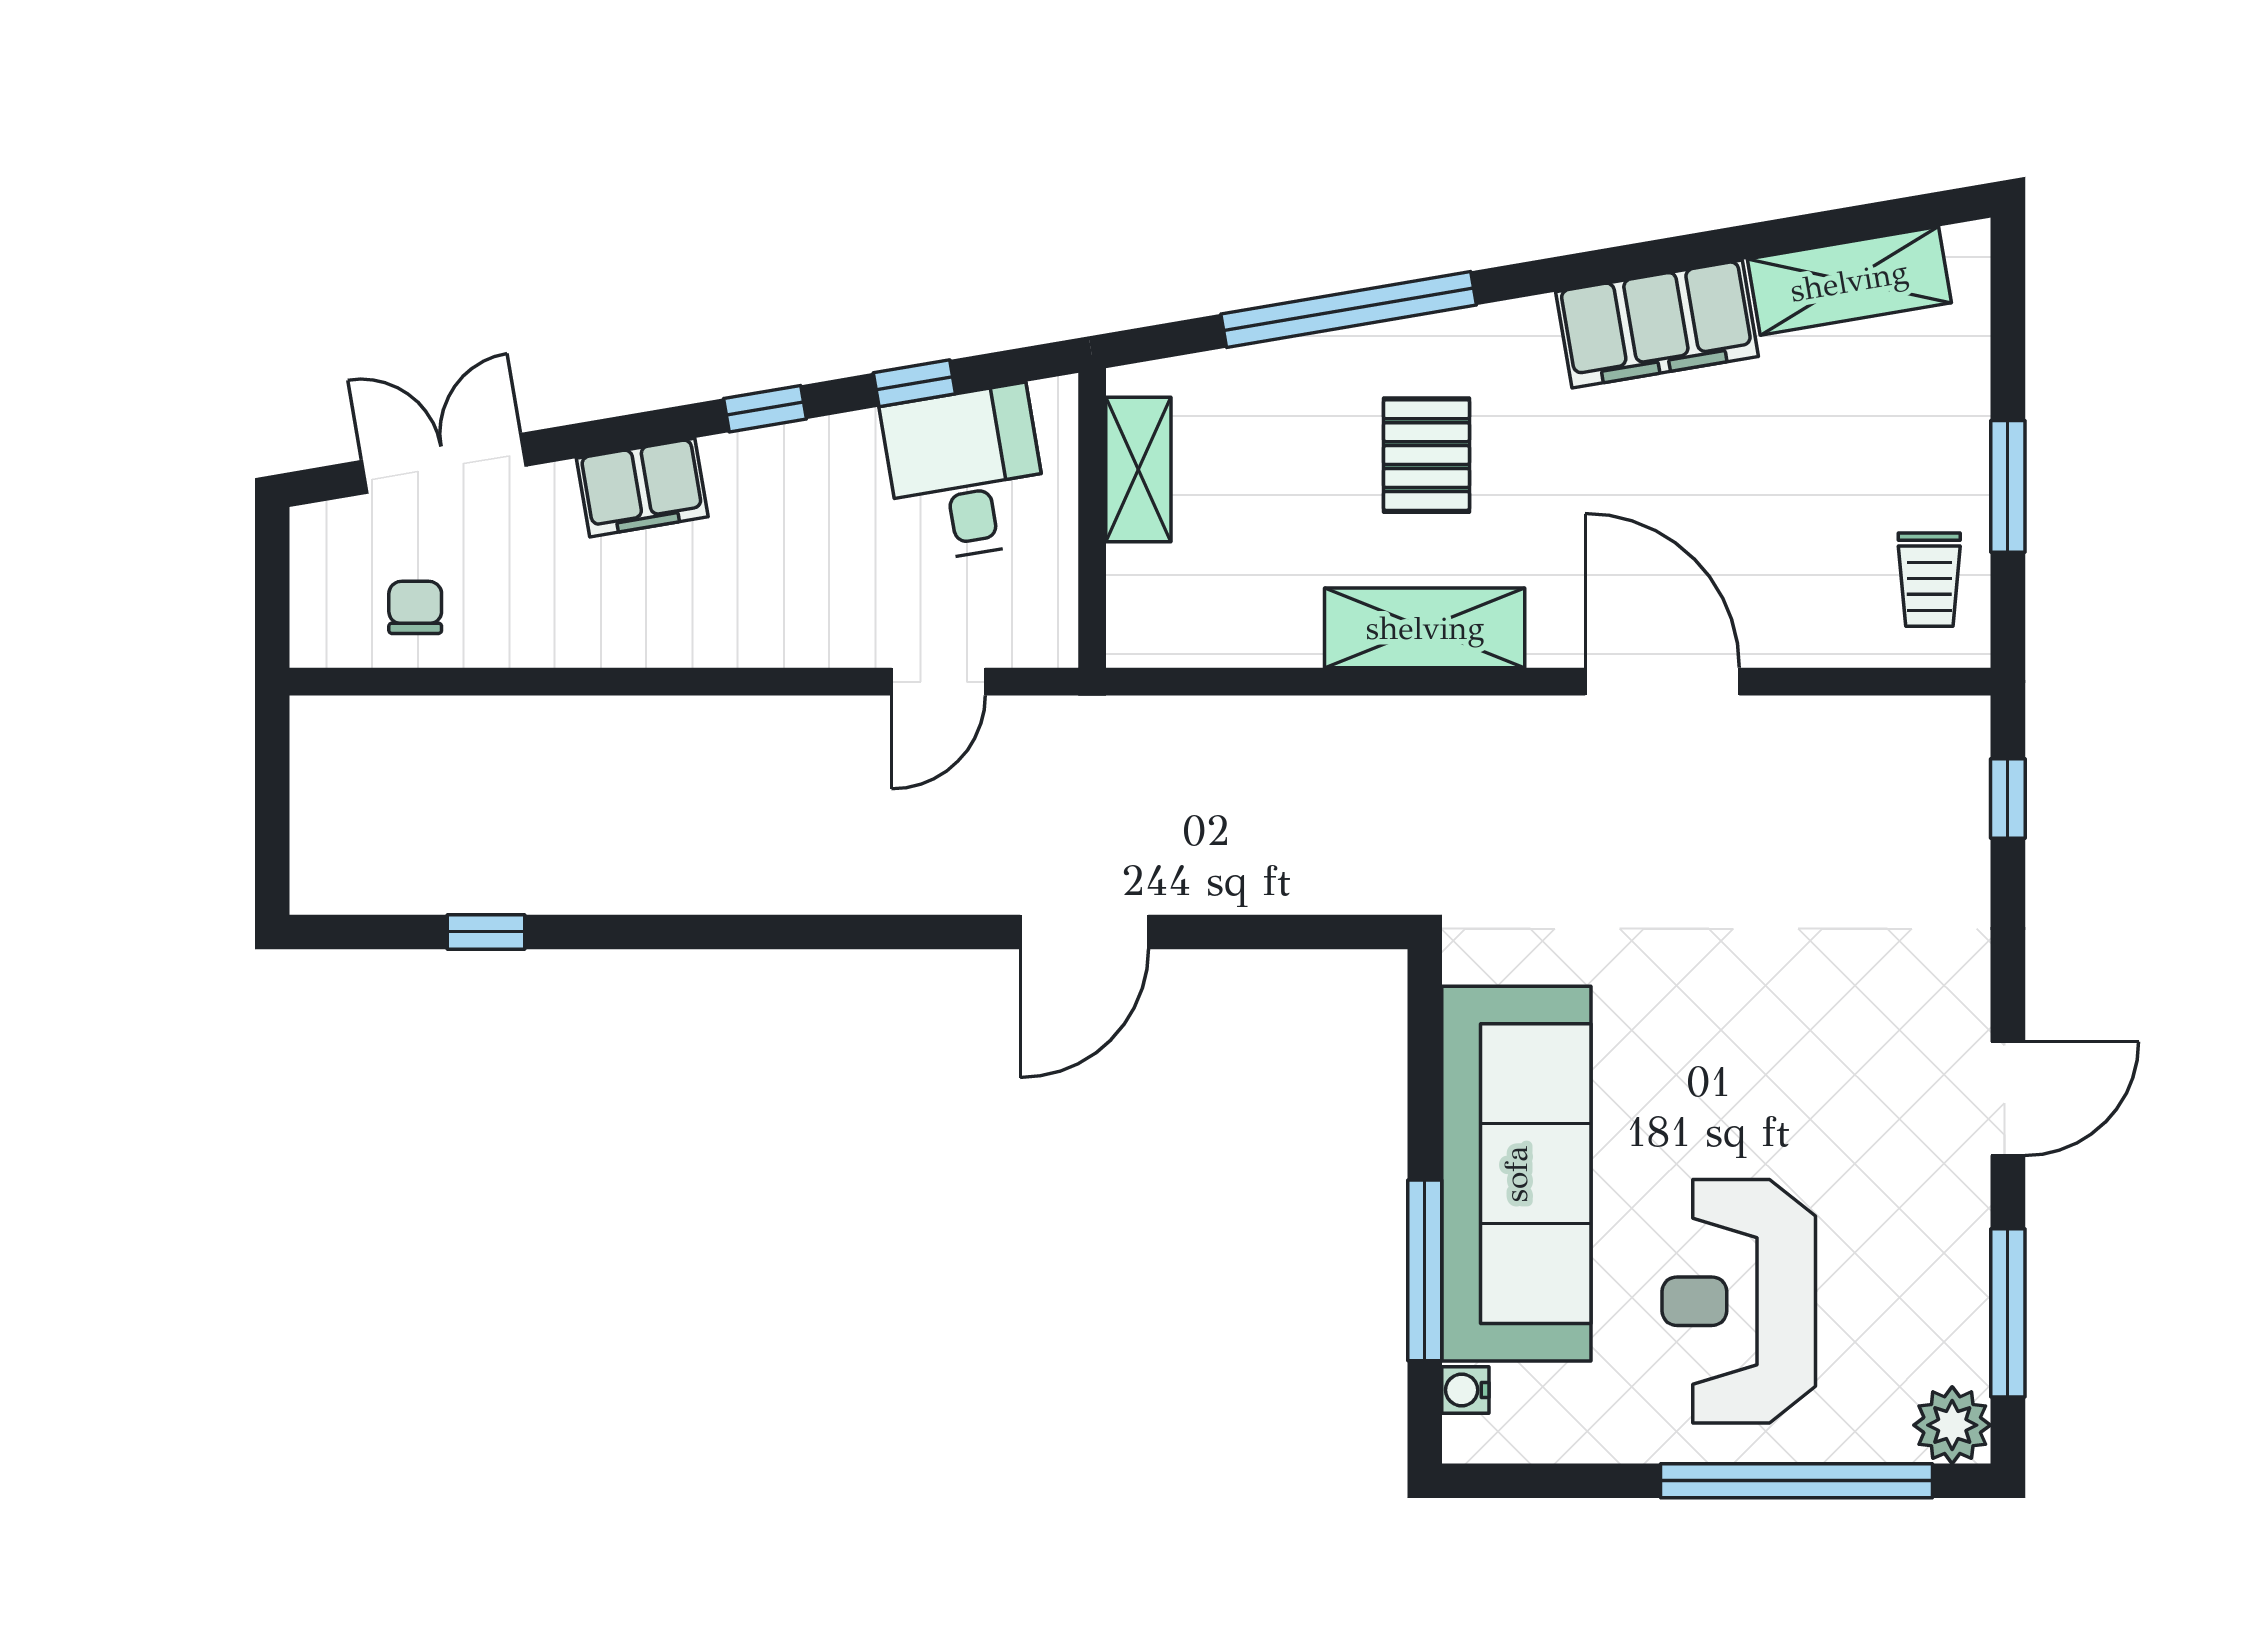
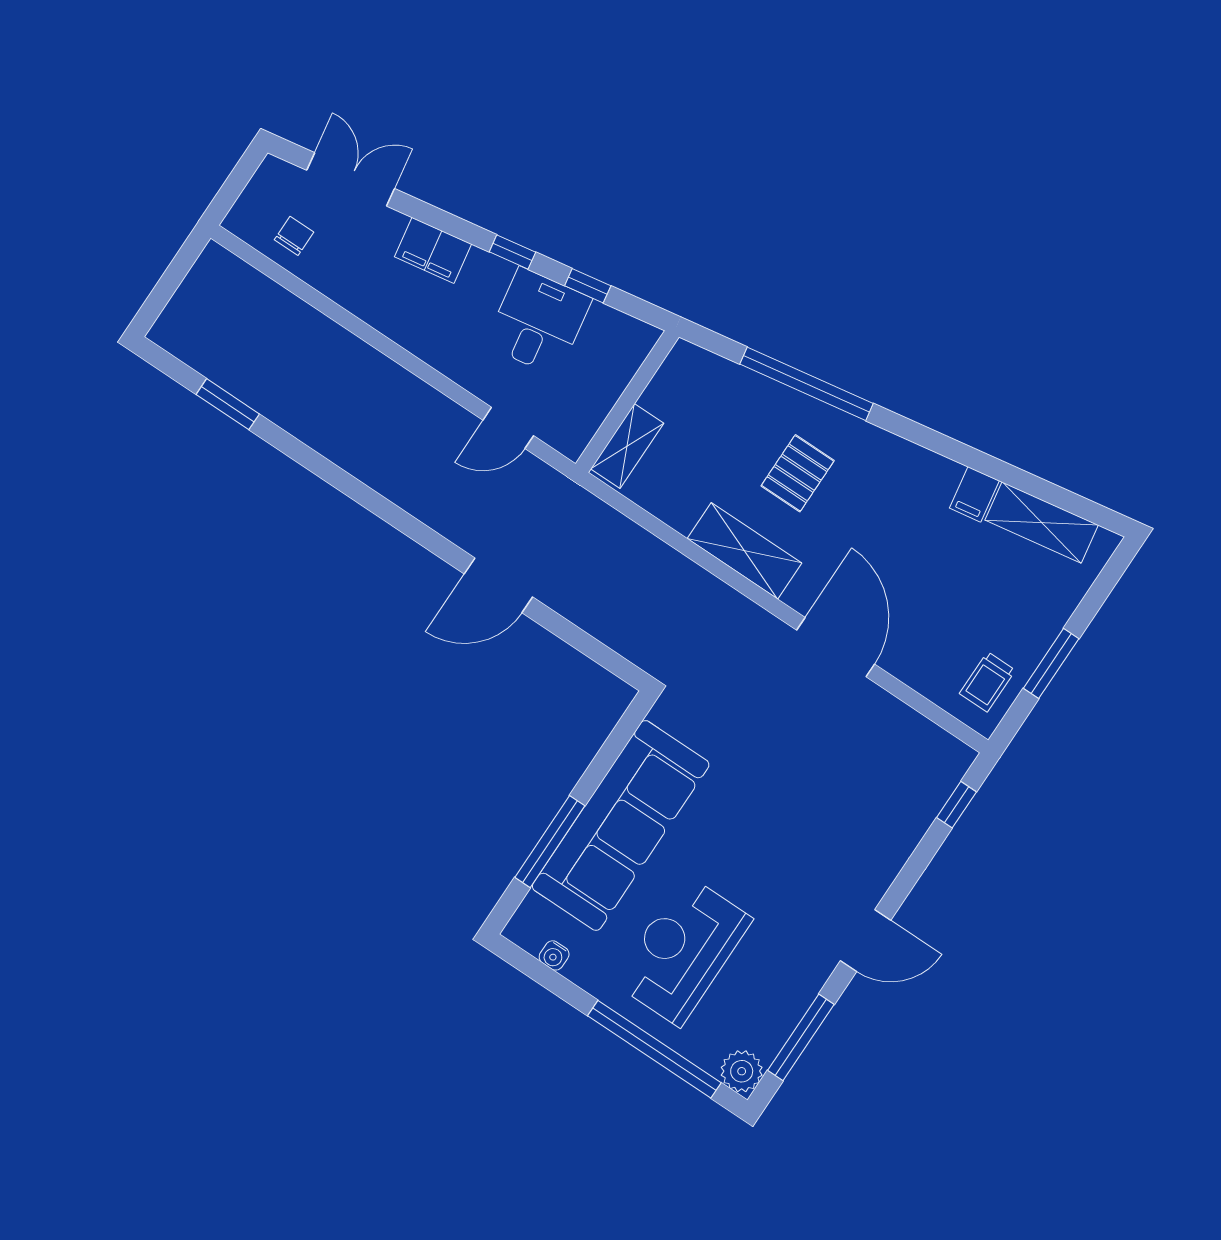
filing cabinet: (1657, 324) -> (974, 494), width x0.33, depth x0.86
shelving: (1138, 470) -> (627, 446), moved
desk: (966, 473) -> (538, 322), moved
window: (486, 932) -> (228, 404), width x1.50
water cooler: (1465, 1390) -> (554, 955), moved, turned -90

